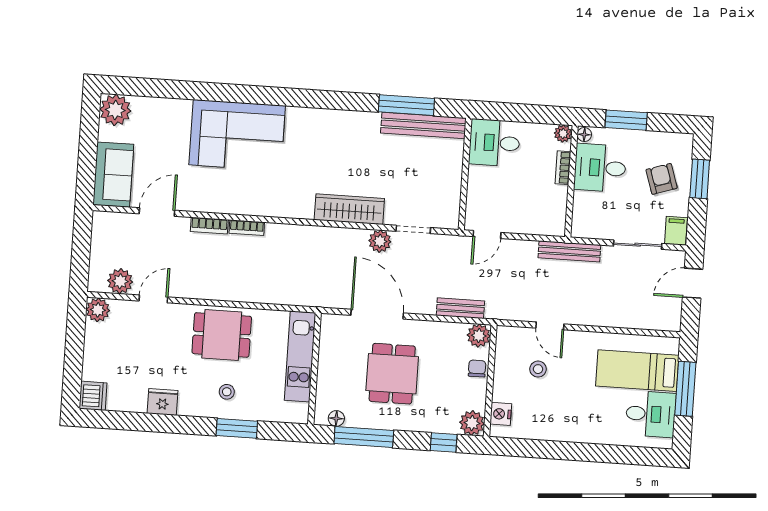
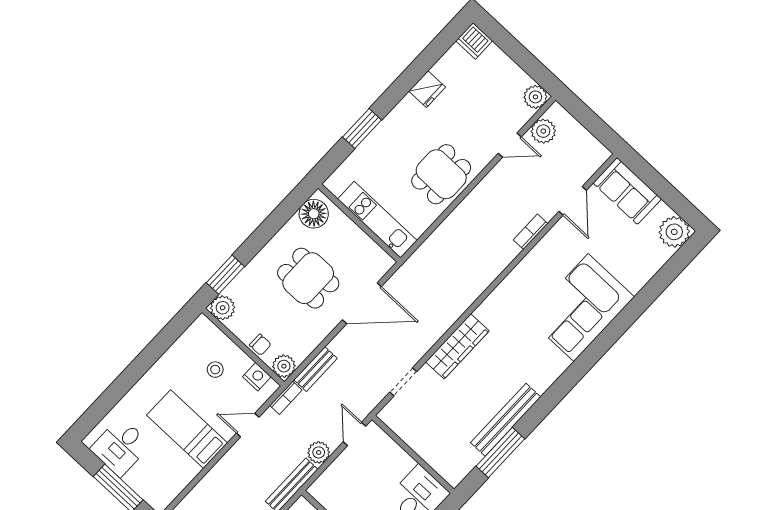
bench: (423, 126) -> (506, 420), moved
bookcase: (247, 228) -> (286, 398), moved, turned 180
plant: (380, 241) -> (319, 452), moved
door: (153, 299) -> (510, 145), hinge flipped
stool: (538, 369) -> (215, 370), moved
bed: (637, 371) -> (187, 429), moved, turned -90
stool: (227, 392) -> (396, 143), removed
nightstand: (501, 414) -> (257, 377), moved
floor lamp: (336, 418) -> (314, 214), width x1.89, depth x1.89
window: (364, 437) -> (278, 218), removed
window: (444, 442) -> (225, 275), width x1.50

